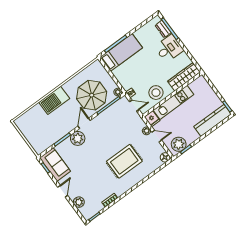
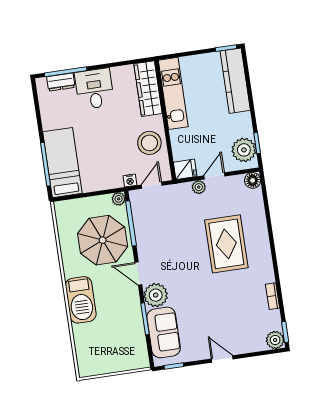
kitchen unit: (174, 102) -> (173, 93), moved
sofa: (55, 165) -> (164, 332), moved, turned 90
plant: (79, 202) -> (275, 340), moved

